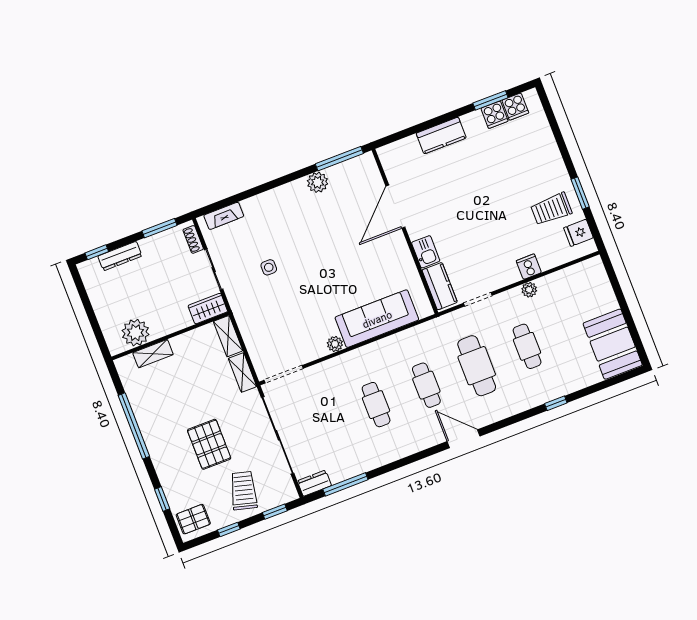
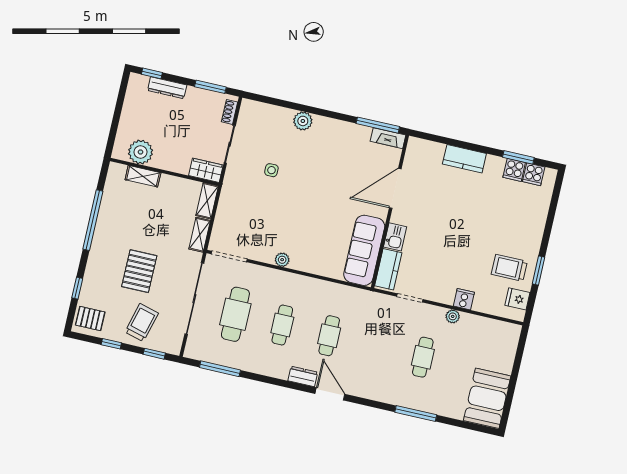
plant: (318, 182) -> (303, 121), moved
fireplace: (224, 216) -> (388, 138), moved
sofa: (377, 319) -> (364, 250), moved, turned -90
cafe table: (477, 366) -> (235, 314), moved
window: (556, 403) -> (416, 414), width x2.17
dresser: (314, 483) -> (303, 376), moved

